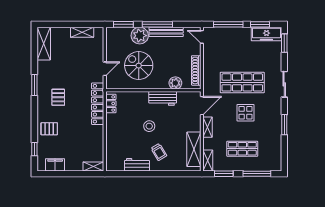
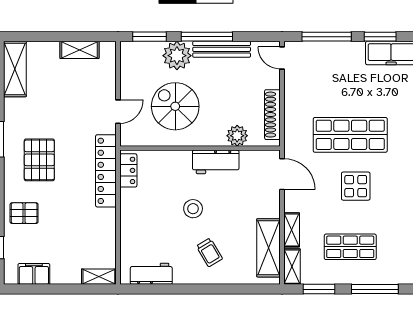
pallet: (58, 97) -> (39, 160), width x1.50, depth x1.42
door: (202, 106) -> (282, 174), hinge flipped
shelving: (208, 127) -> (292, 230), moved
workbench: (137, 165) -> (151, 274), moved

